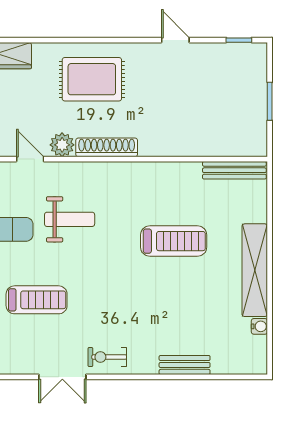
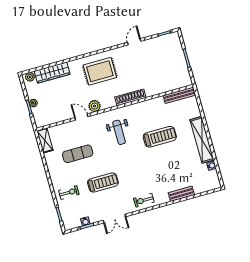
door: (175, 40) -> (134, 42), hinge flipped
shoe rack: (107, 147) -> (130, 97), moved
weight bench: (70, 219) -> (119, 132), moved, turned 90
double door: (62, 377) -> (114, 218), moved

